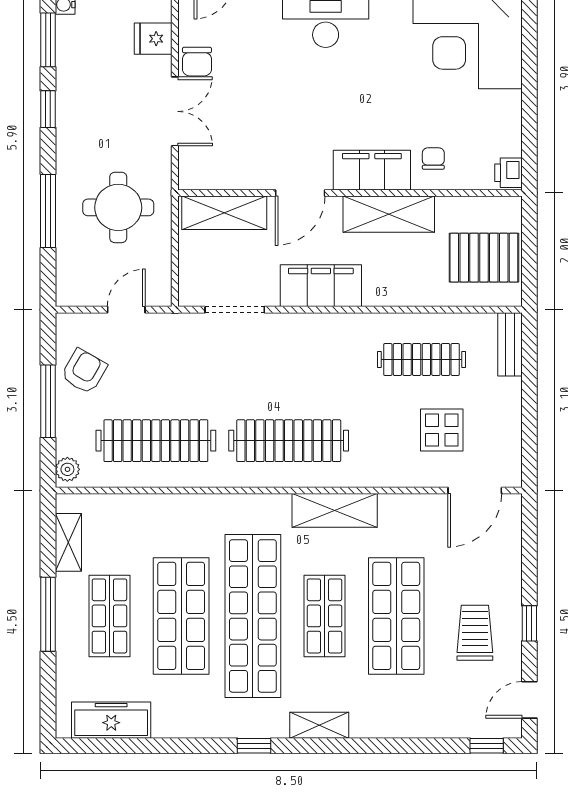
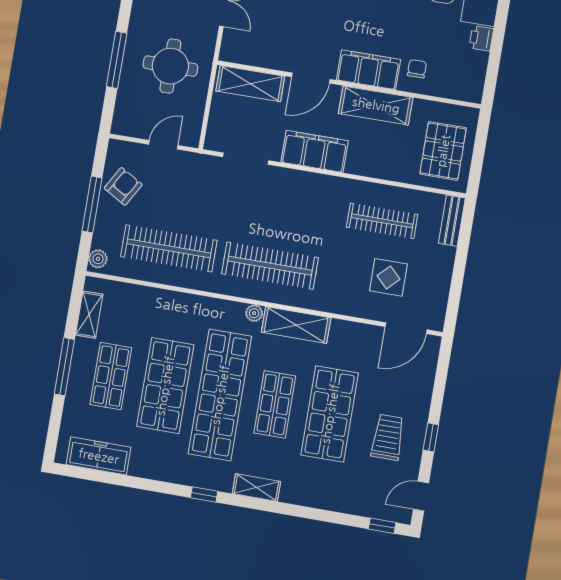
printer: (508, 173) -> (481, 38), moved
pallet: (484, 258) -> (443, 151), turned 90
plant: (279, 505) -> (254, 313), added

